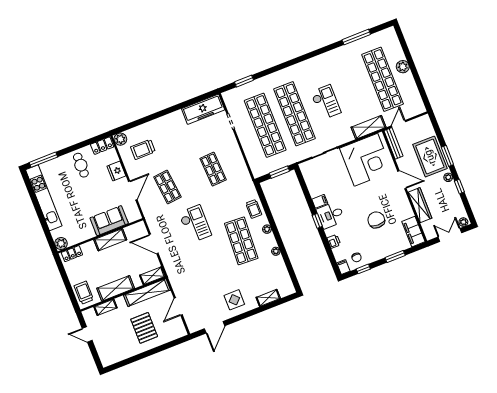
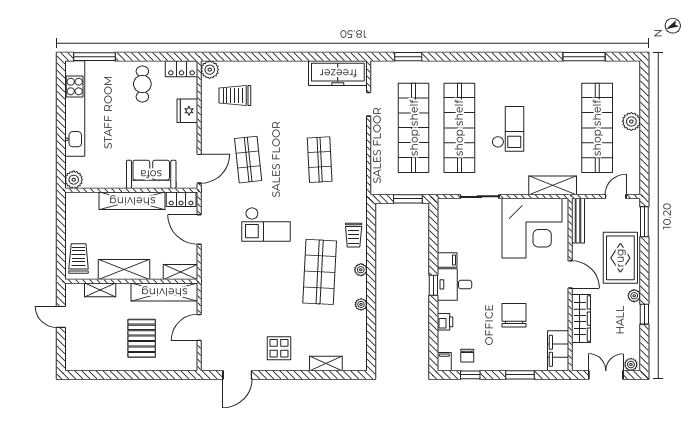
door: (398, 124) -> (616, 197), moved
window: (447, 156) -> (644, 222), moved
door: (133, 190) -> (199, 169), moved
checkout: (195, 224) -> (266, 224), turned 90
shelving: (110, 240) -> (132, 201), width x1.47
locker: (72, 254) -> (181, 199), moved

